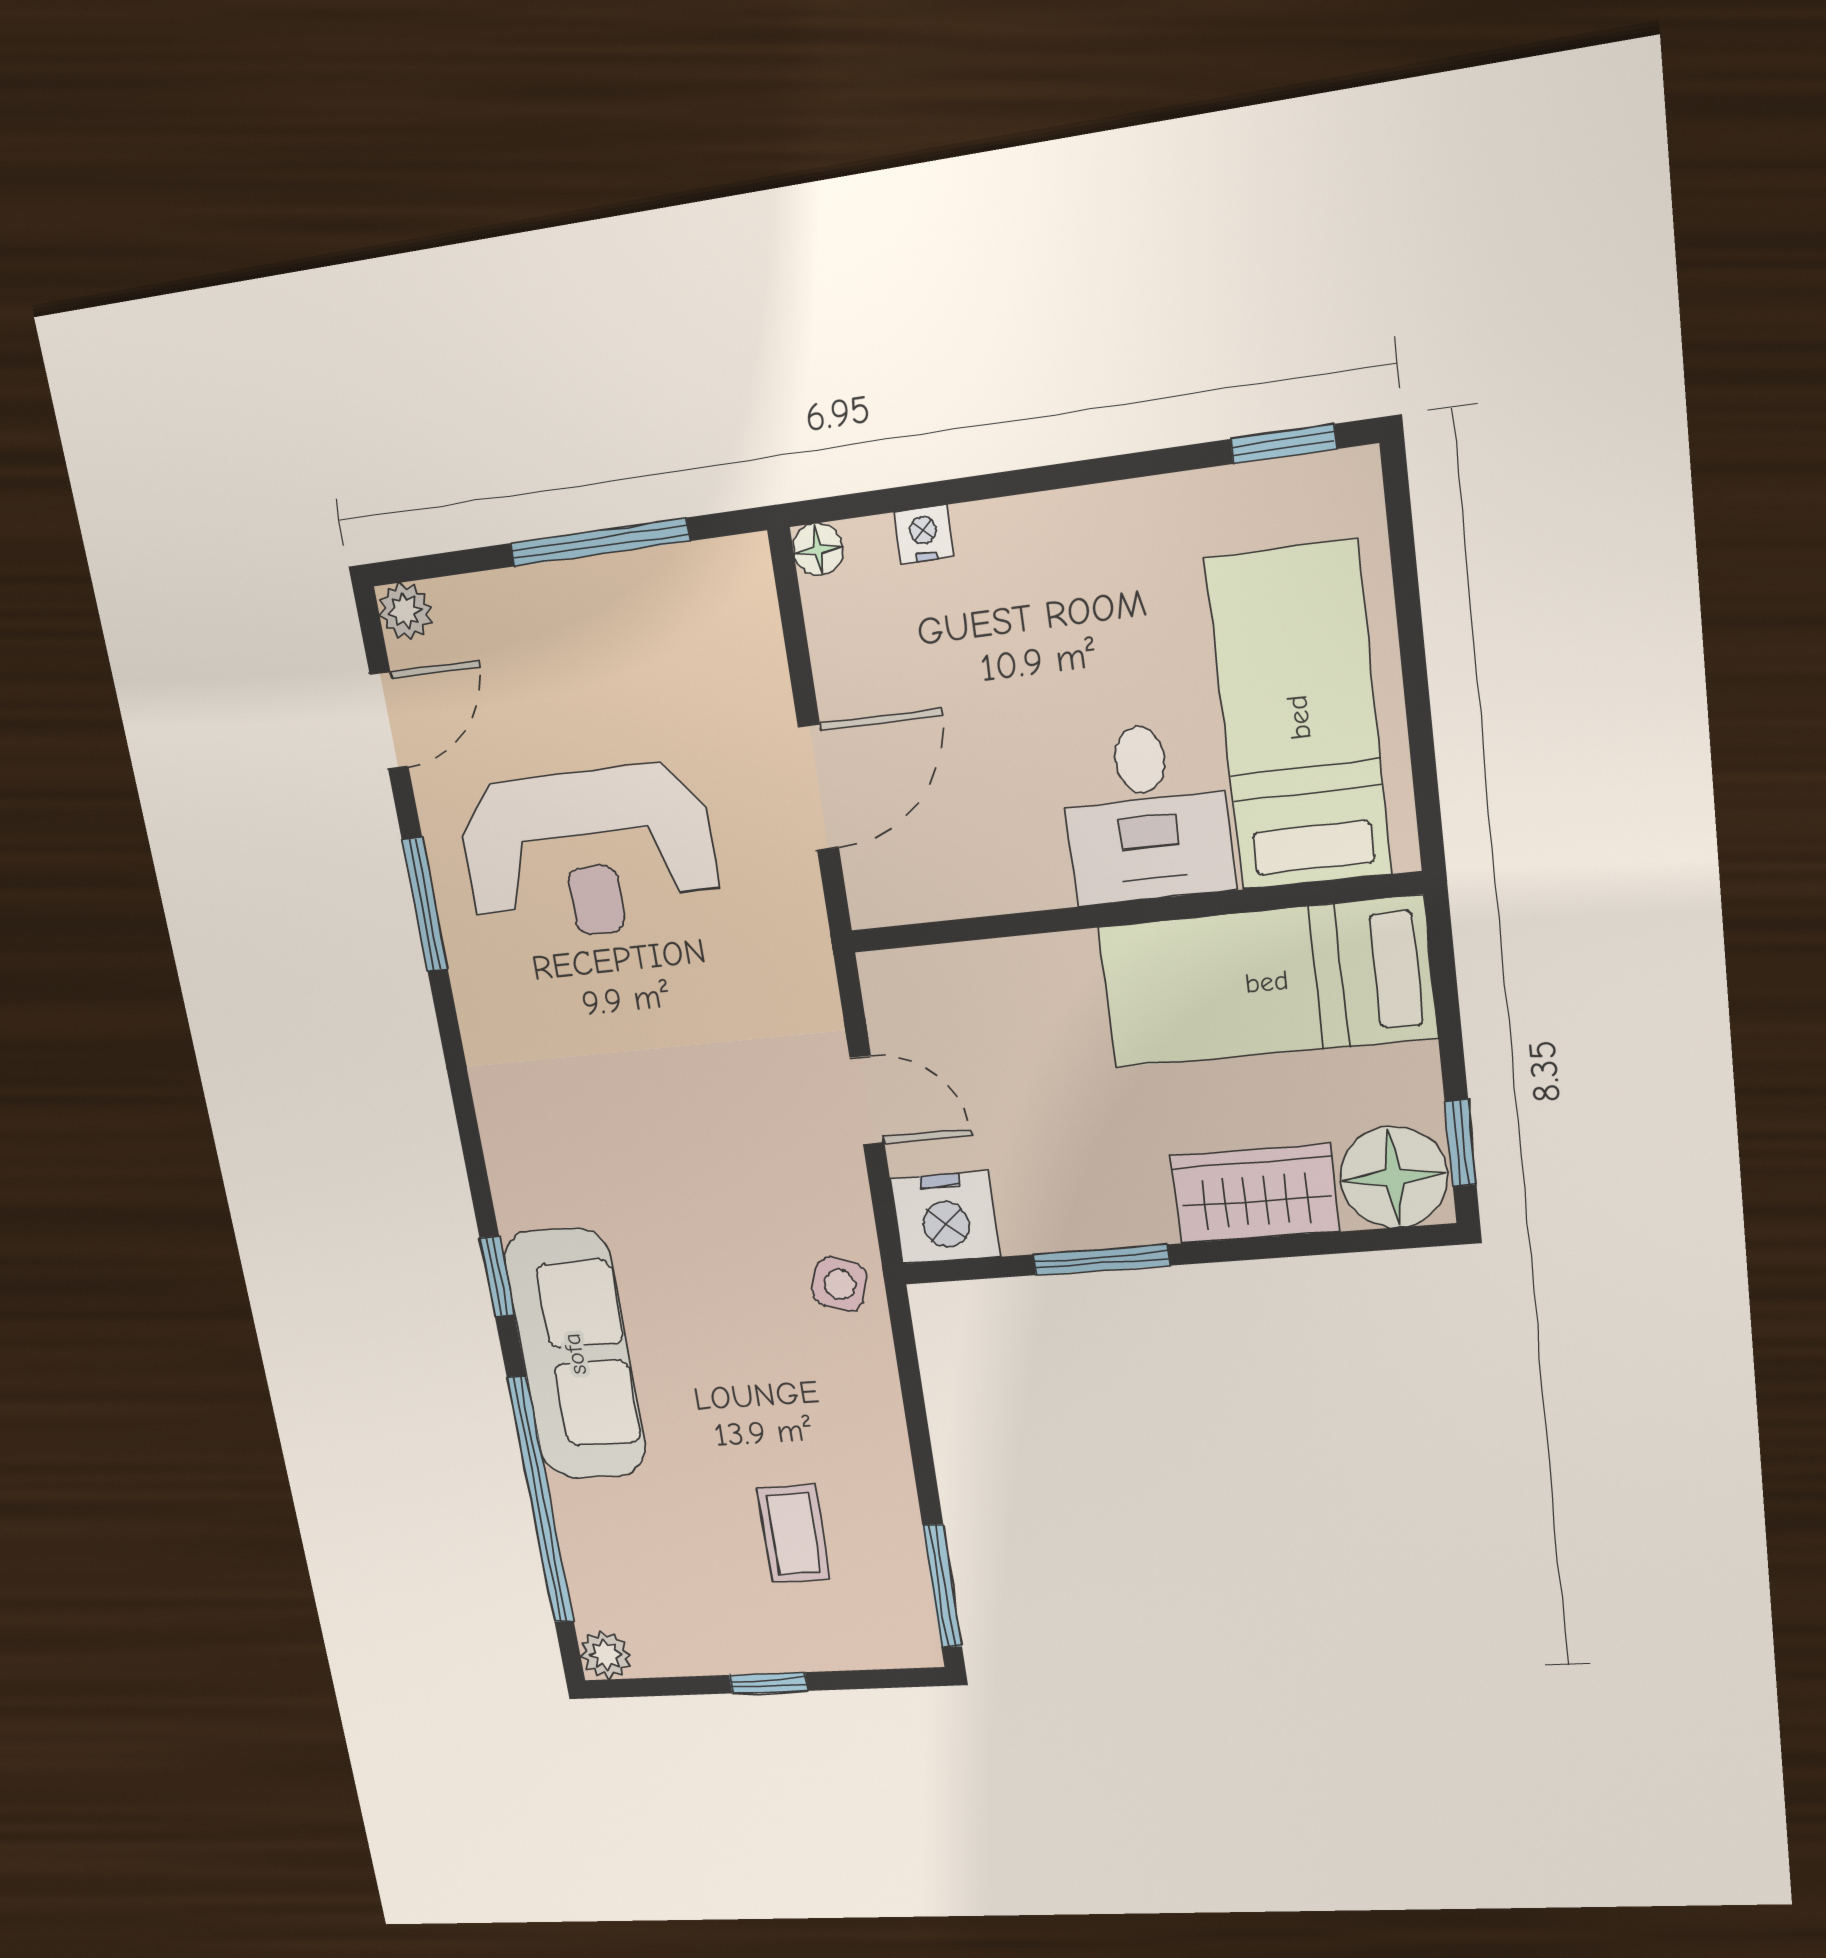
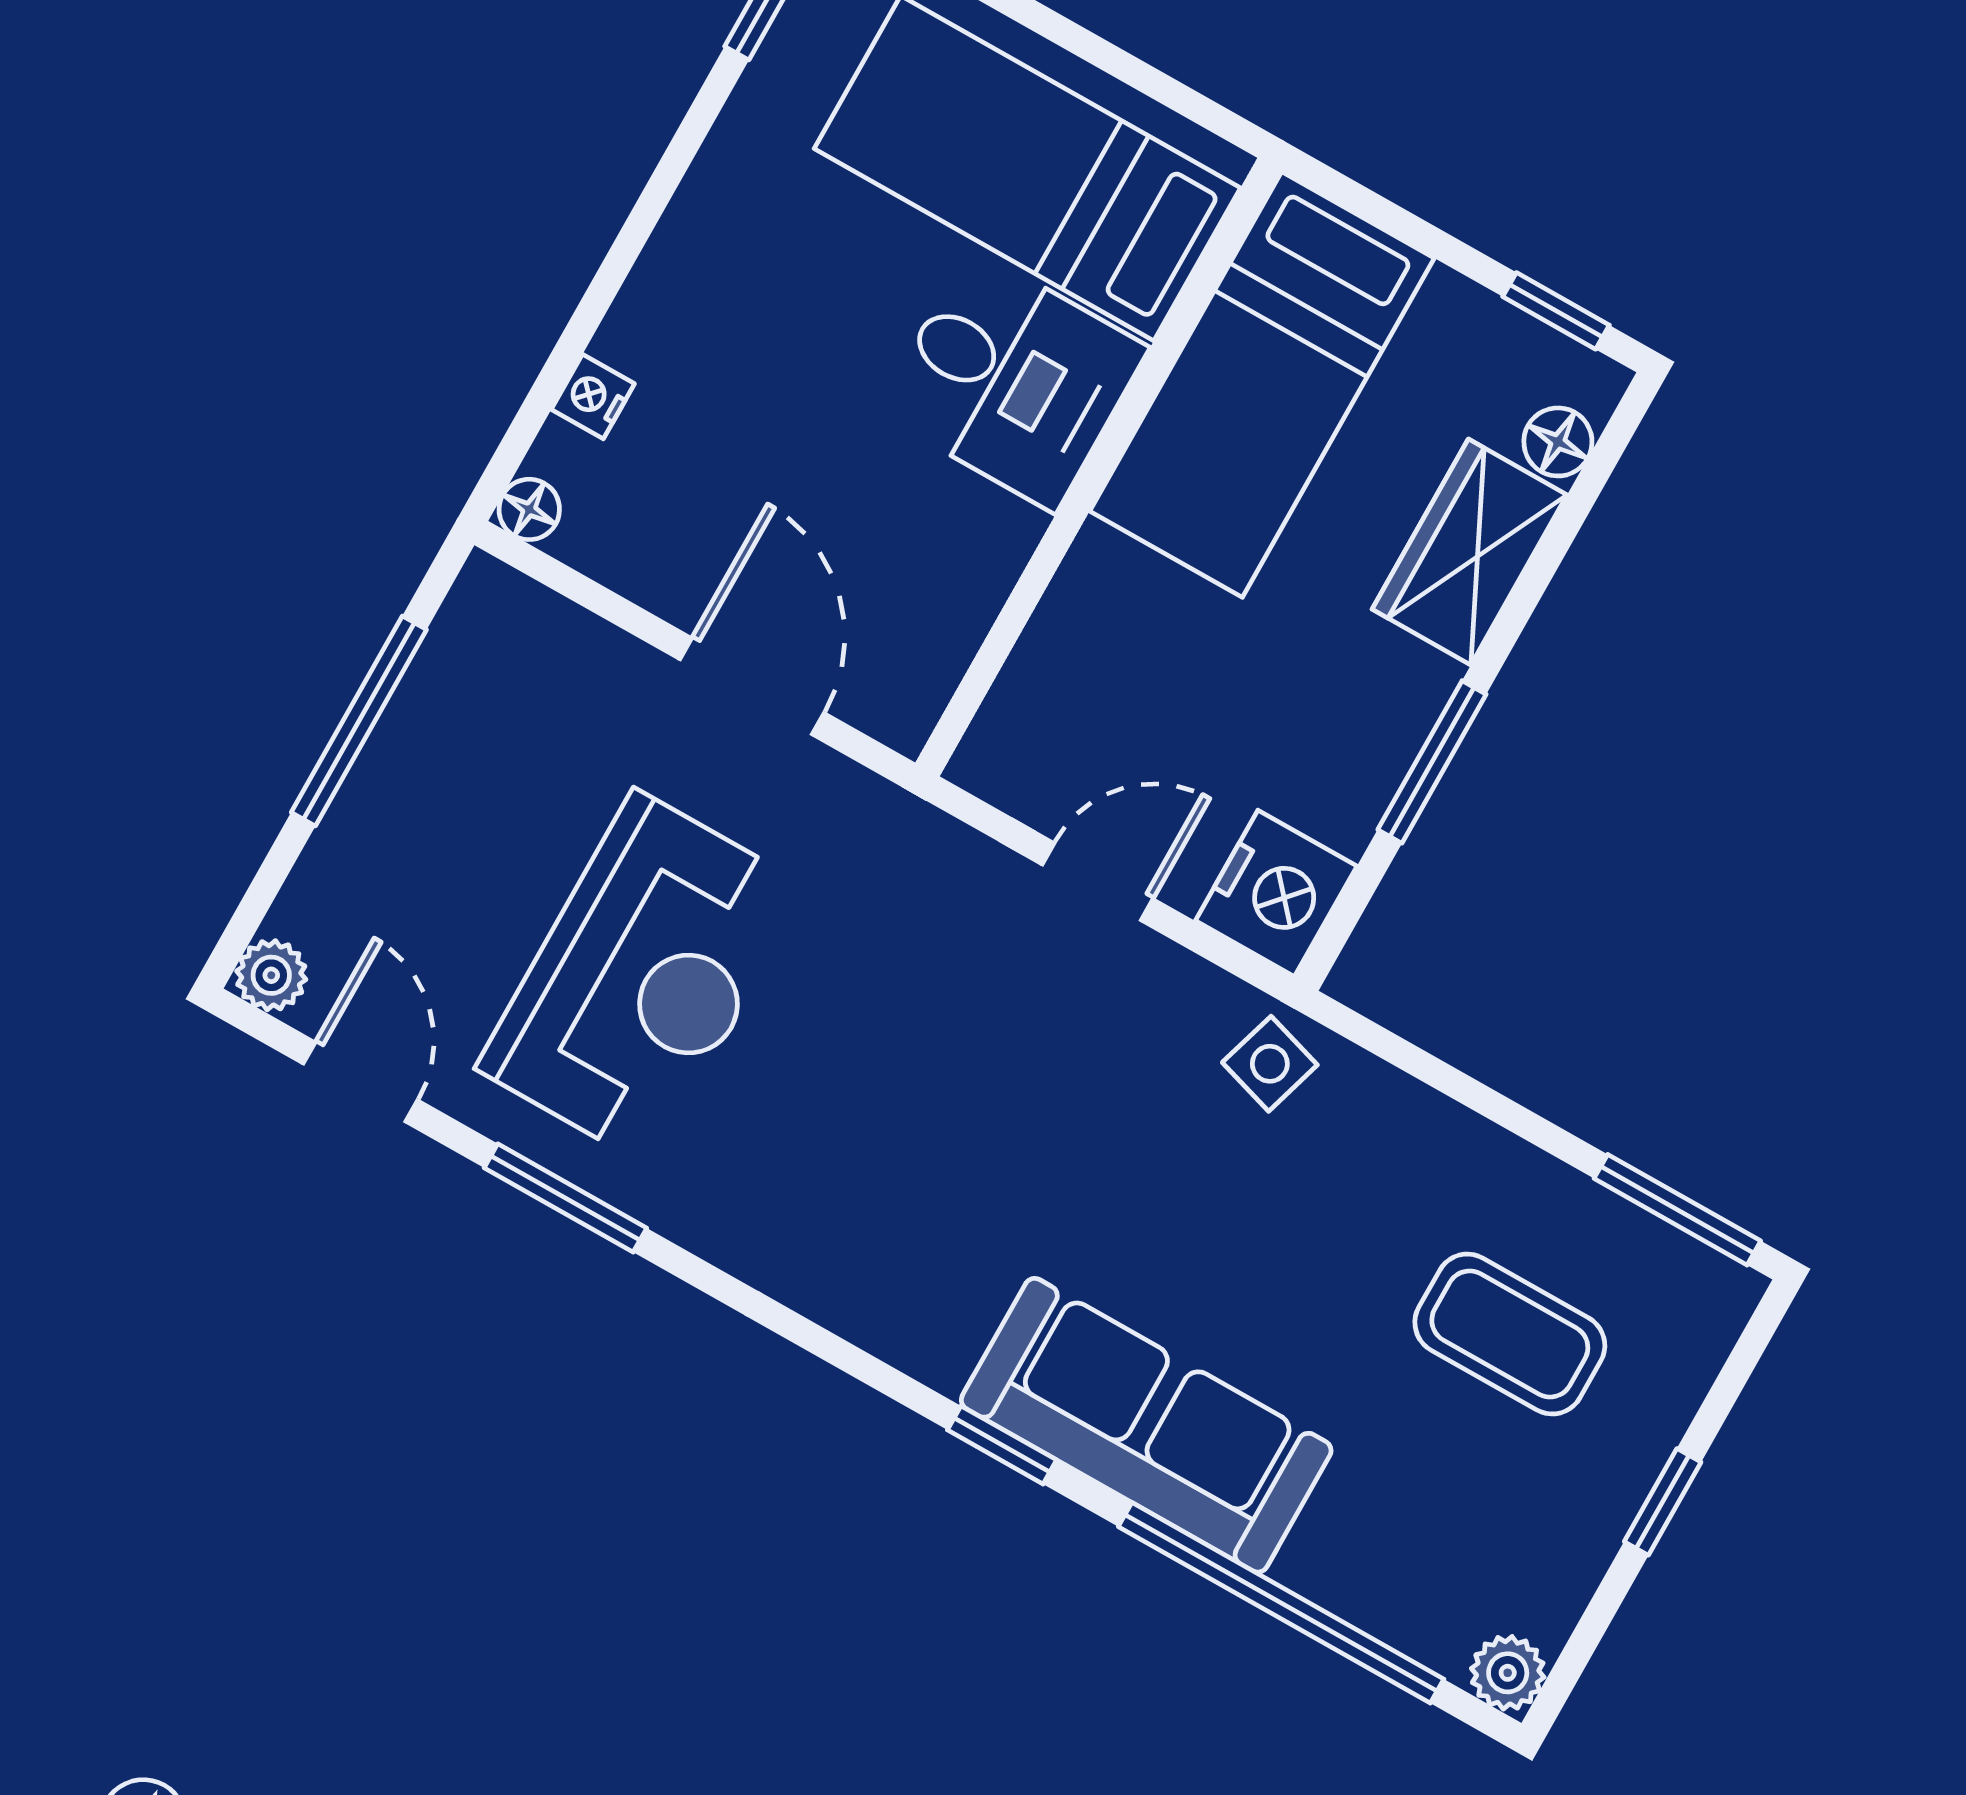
floor lamp: (1394, 1177) -> (1558, 442), width x0.53, depth x0.53
coffee table: (794, 1534) -> (1510, 1334), width x1.36, depth x1.30

